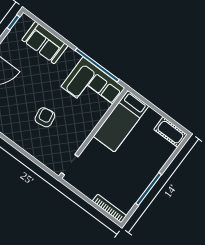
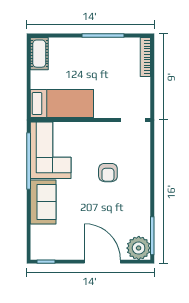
sofa: (45, 43) -> (43, 202), moved
armchair: (45, 117) -> (108, 173), turned -80

